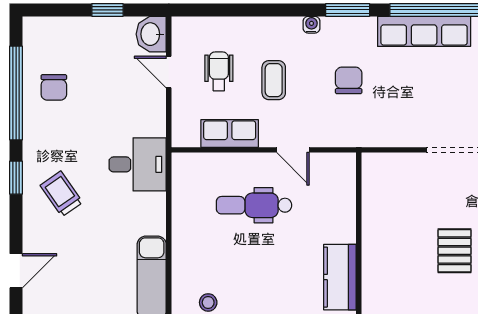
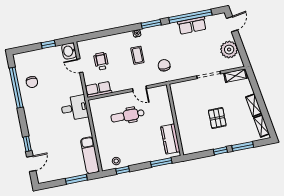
row of seats: (424, 31) -> (192, 25), width x0.68
coffee table: (274, 80) -> (137, 55), moved
chair: (349, 80) -> (164, 65), moved
row of seats: (230, 134) -> (98, 89), moved
window: (16, 178) -> (27, 144), moved
trolley: (61, 194) -> (44, 127), removed

